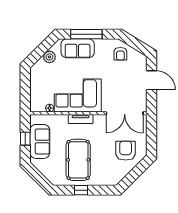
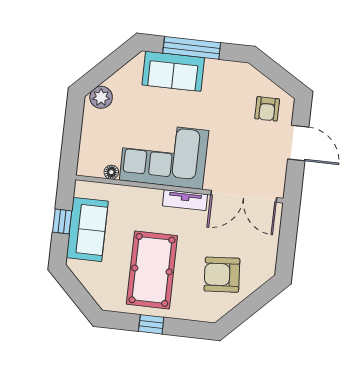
armchair: (120, 54) -> (267, 109), moved
plant: (49, 57) -> (101, 97), moved
tv unit: (81, 119) -> (185, 200), moved
armchair: (126, 151) -> (222, 275), moved, turned -94

